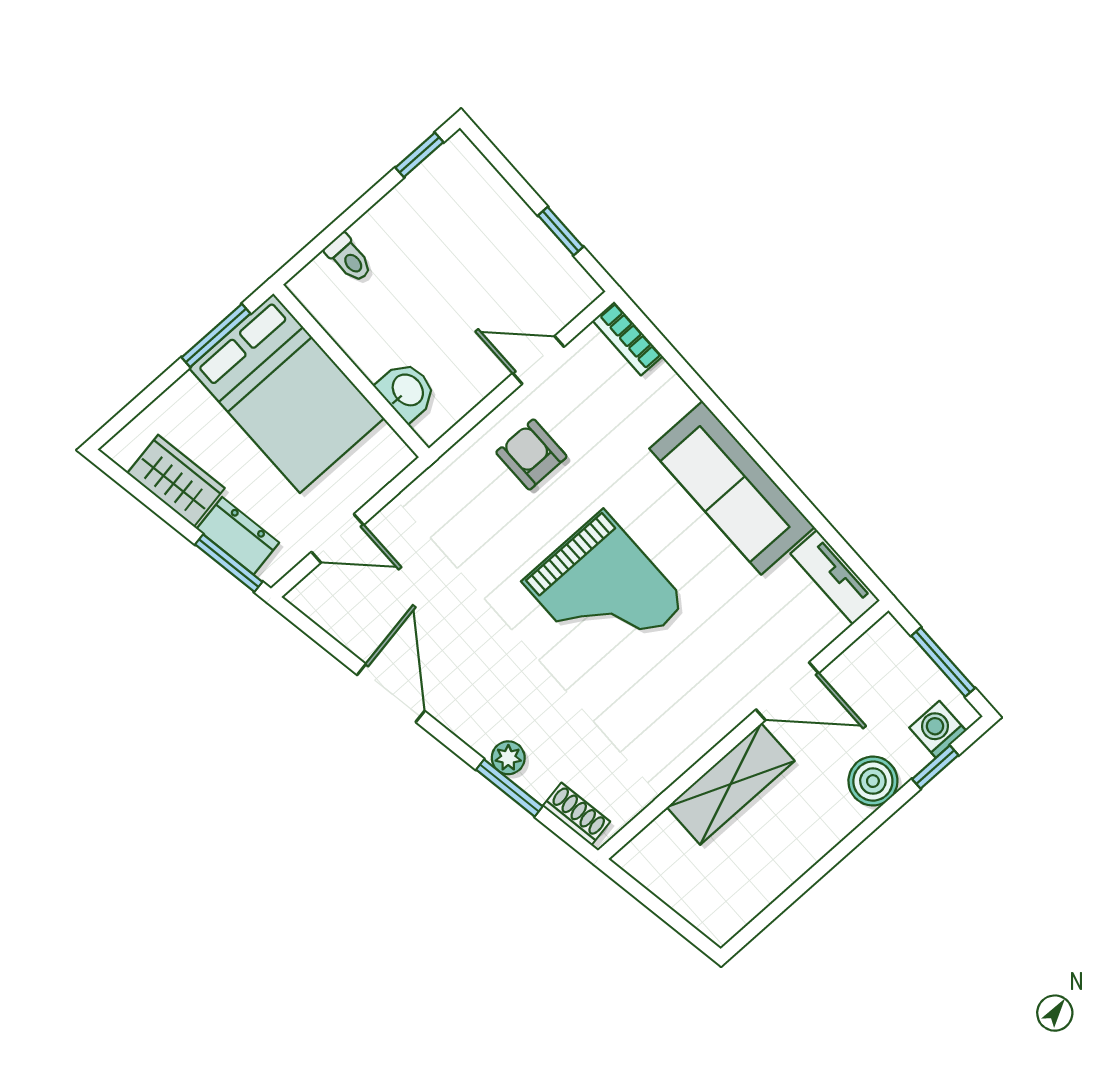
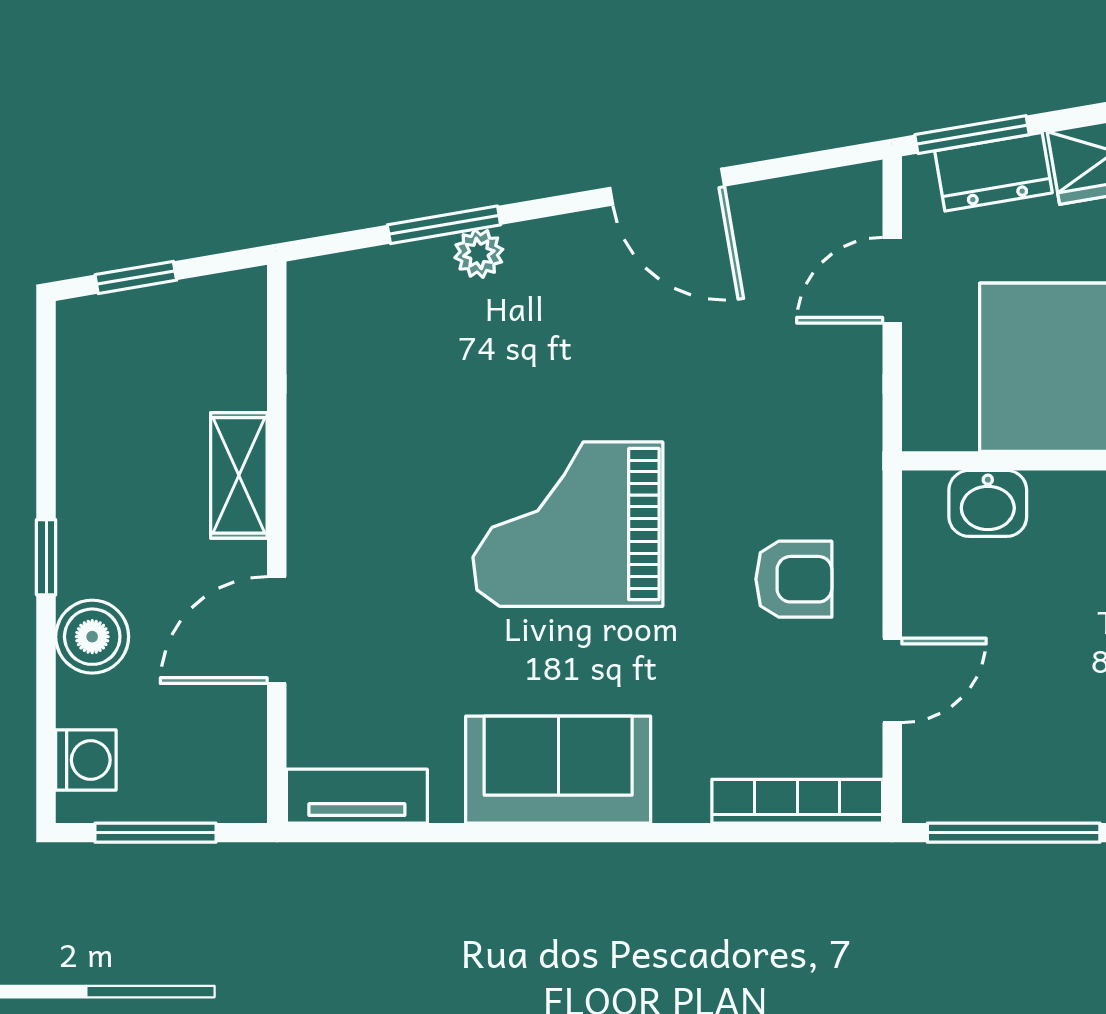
window: (561, 231) -> (1014, 833), width x2.17
bookcase: (628, 338) -> (797, 801), width x1.56
sofa: (732, 488) -> (558, 770), width x0.73
window: (935, 767) -> (46, 557), moved
shelving: (731, 784) -> (239, 475), width x0.67, depth x0.75
shoe rack: (576, 814) -> (349, 274), removed
window: (673, 919) -> (136, 277), added

